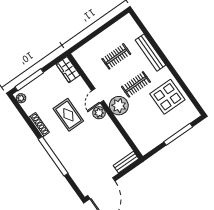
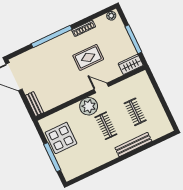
window: (29, 80) -> (133, 39), moved
display table: (167, 97) -> (61, 138), moved
plant: (99, 113) -> (85, 87), removed

